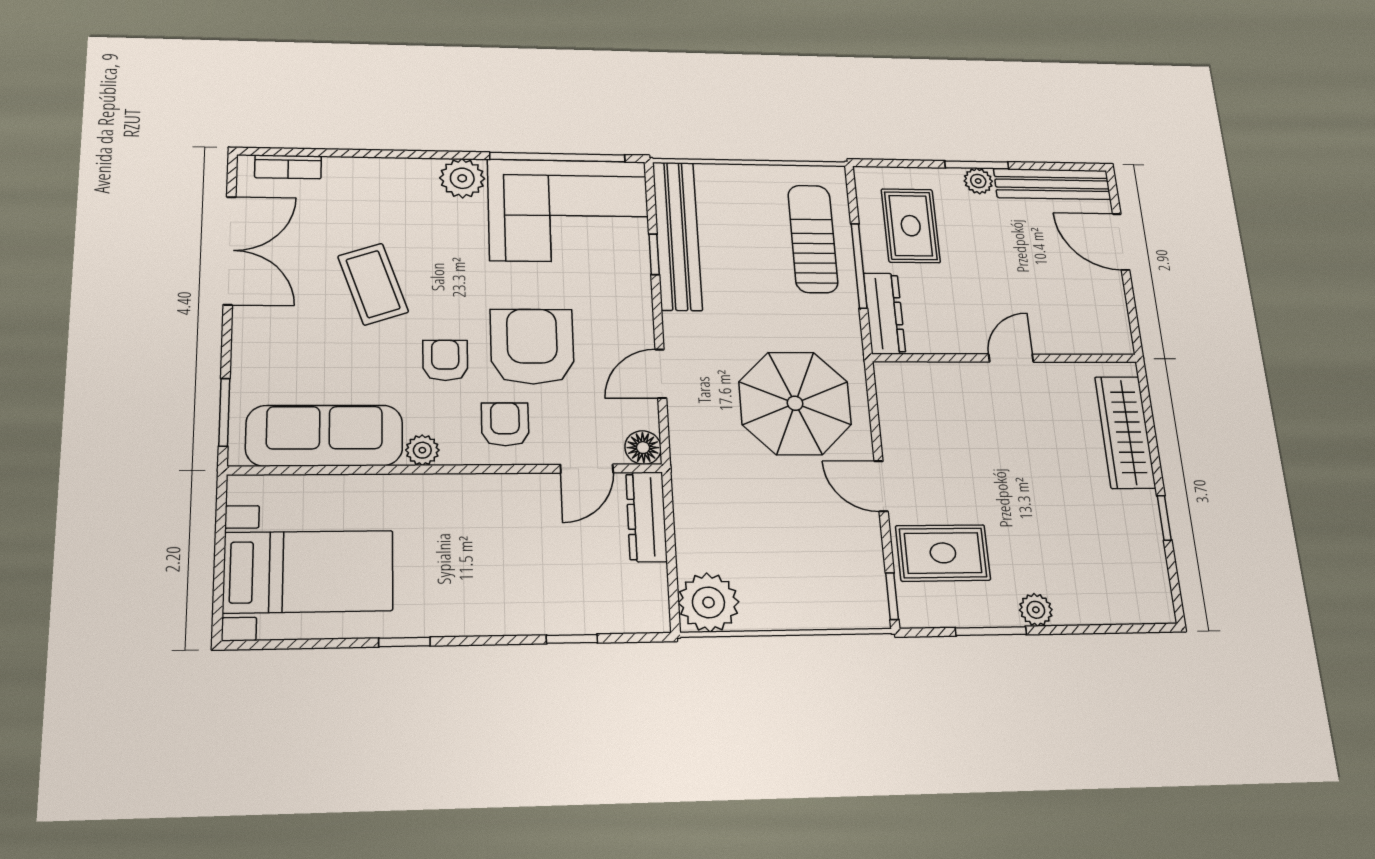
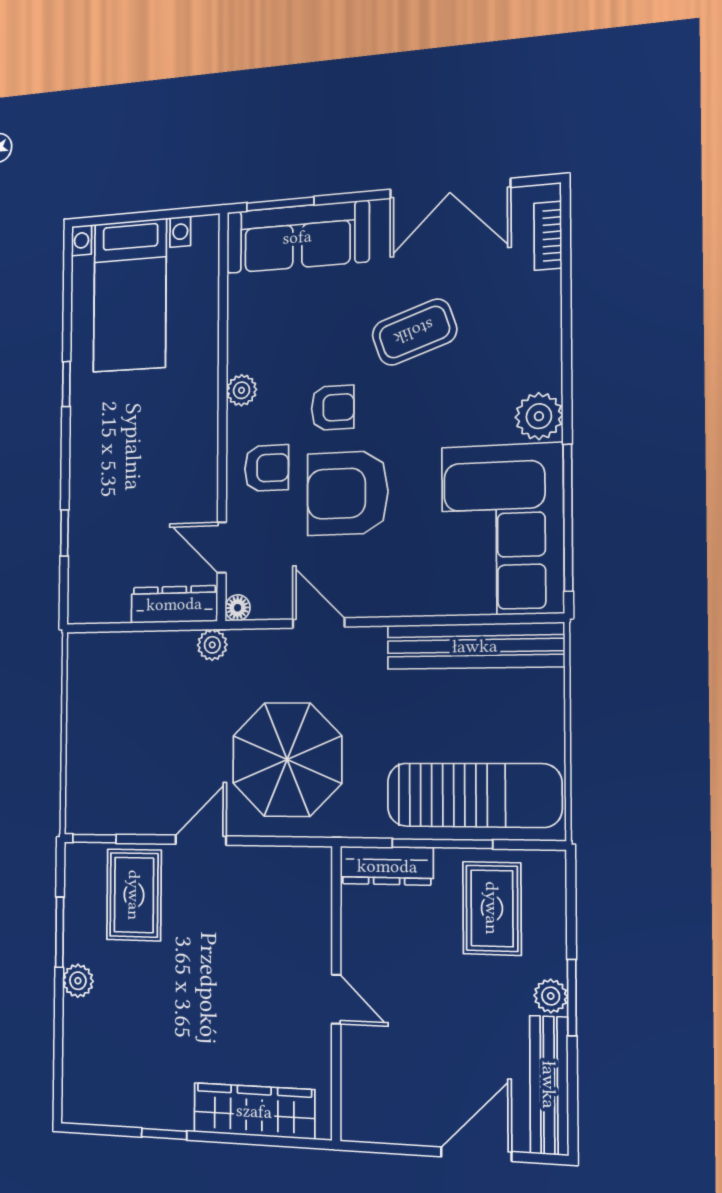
rug: (911, 226) -> (492, 908), turned 90
sun lounger: (813, 239) -> (474, 795), width x1.36, depth x1.34
window: (654, 254) -> (452, 620), removed
armchair: (532, 347) -> (348, 493), turned 180
sofa: (324, 436) -> (297, 237), moved, turned 90
floor lamp: (643, 448) -> (238, 608), width x0.73, depth x0.73
plant: (708, 602) -> (212, 645), moved, width x0.53, depth x0.53

